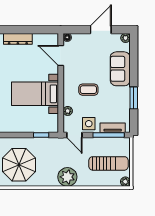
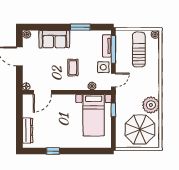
bed with nightstands: (35, 94) -> (94, 115), moved
plant: (67, 177) -> (151, 105), moved

